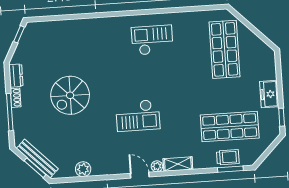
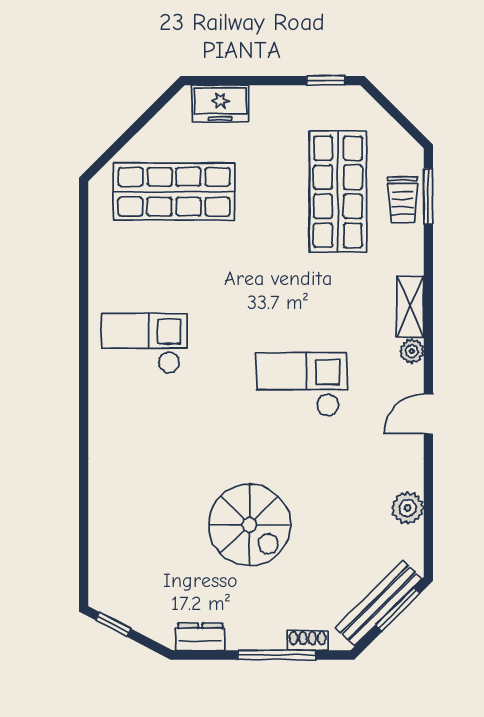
checkout: (152, 40) -> (144, 343), turned 90
freezer: (269, 94) -> (220, 104), moved
shoe rack: (16, 98) -> (308, 641), moved
checkout: (138, 115) -> (302, 385), turned -90
trolley: (228, 157) -> (403, 200), turned 180
door: (140, 175) -> (428, 414), moved

